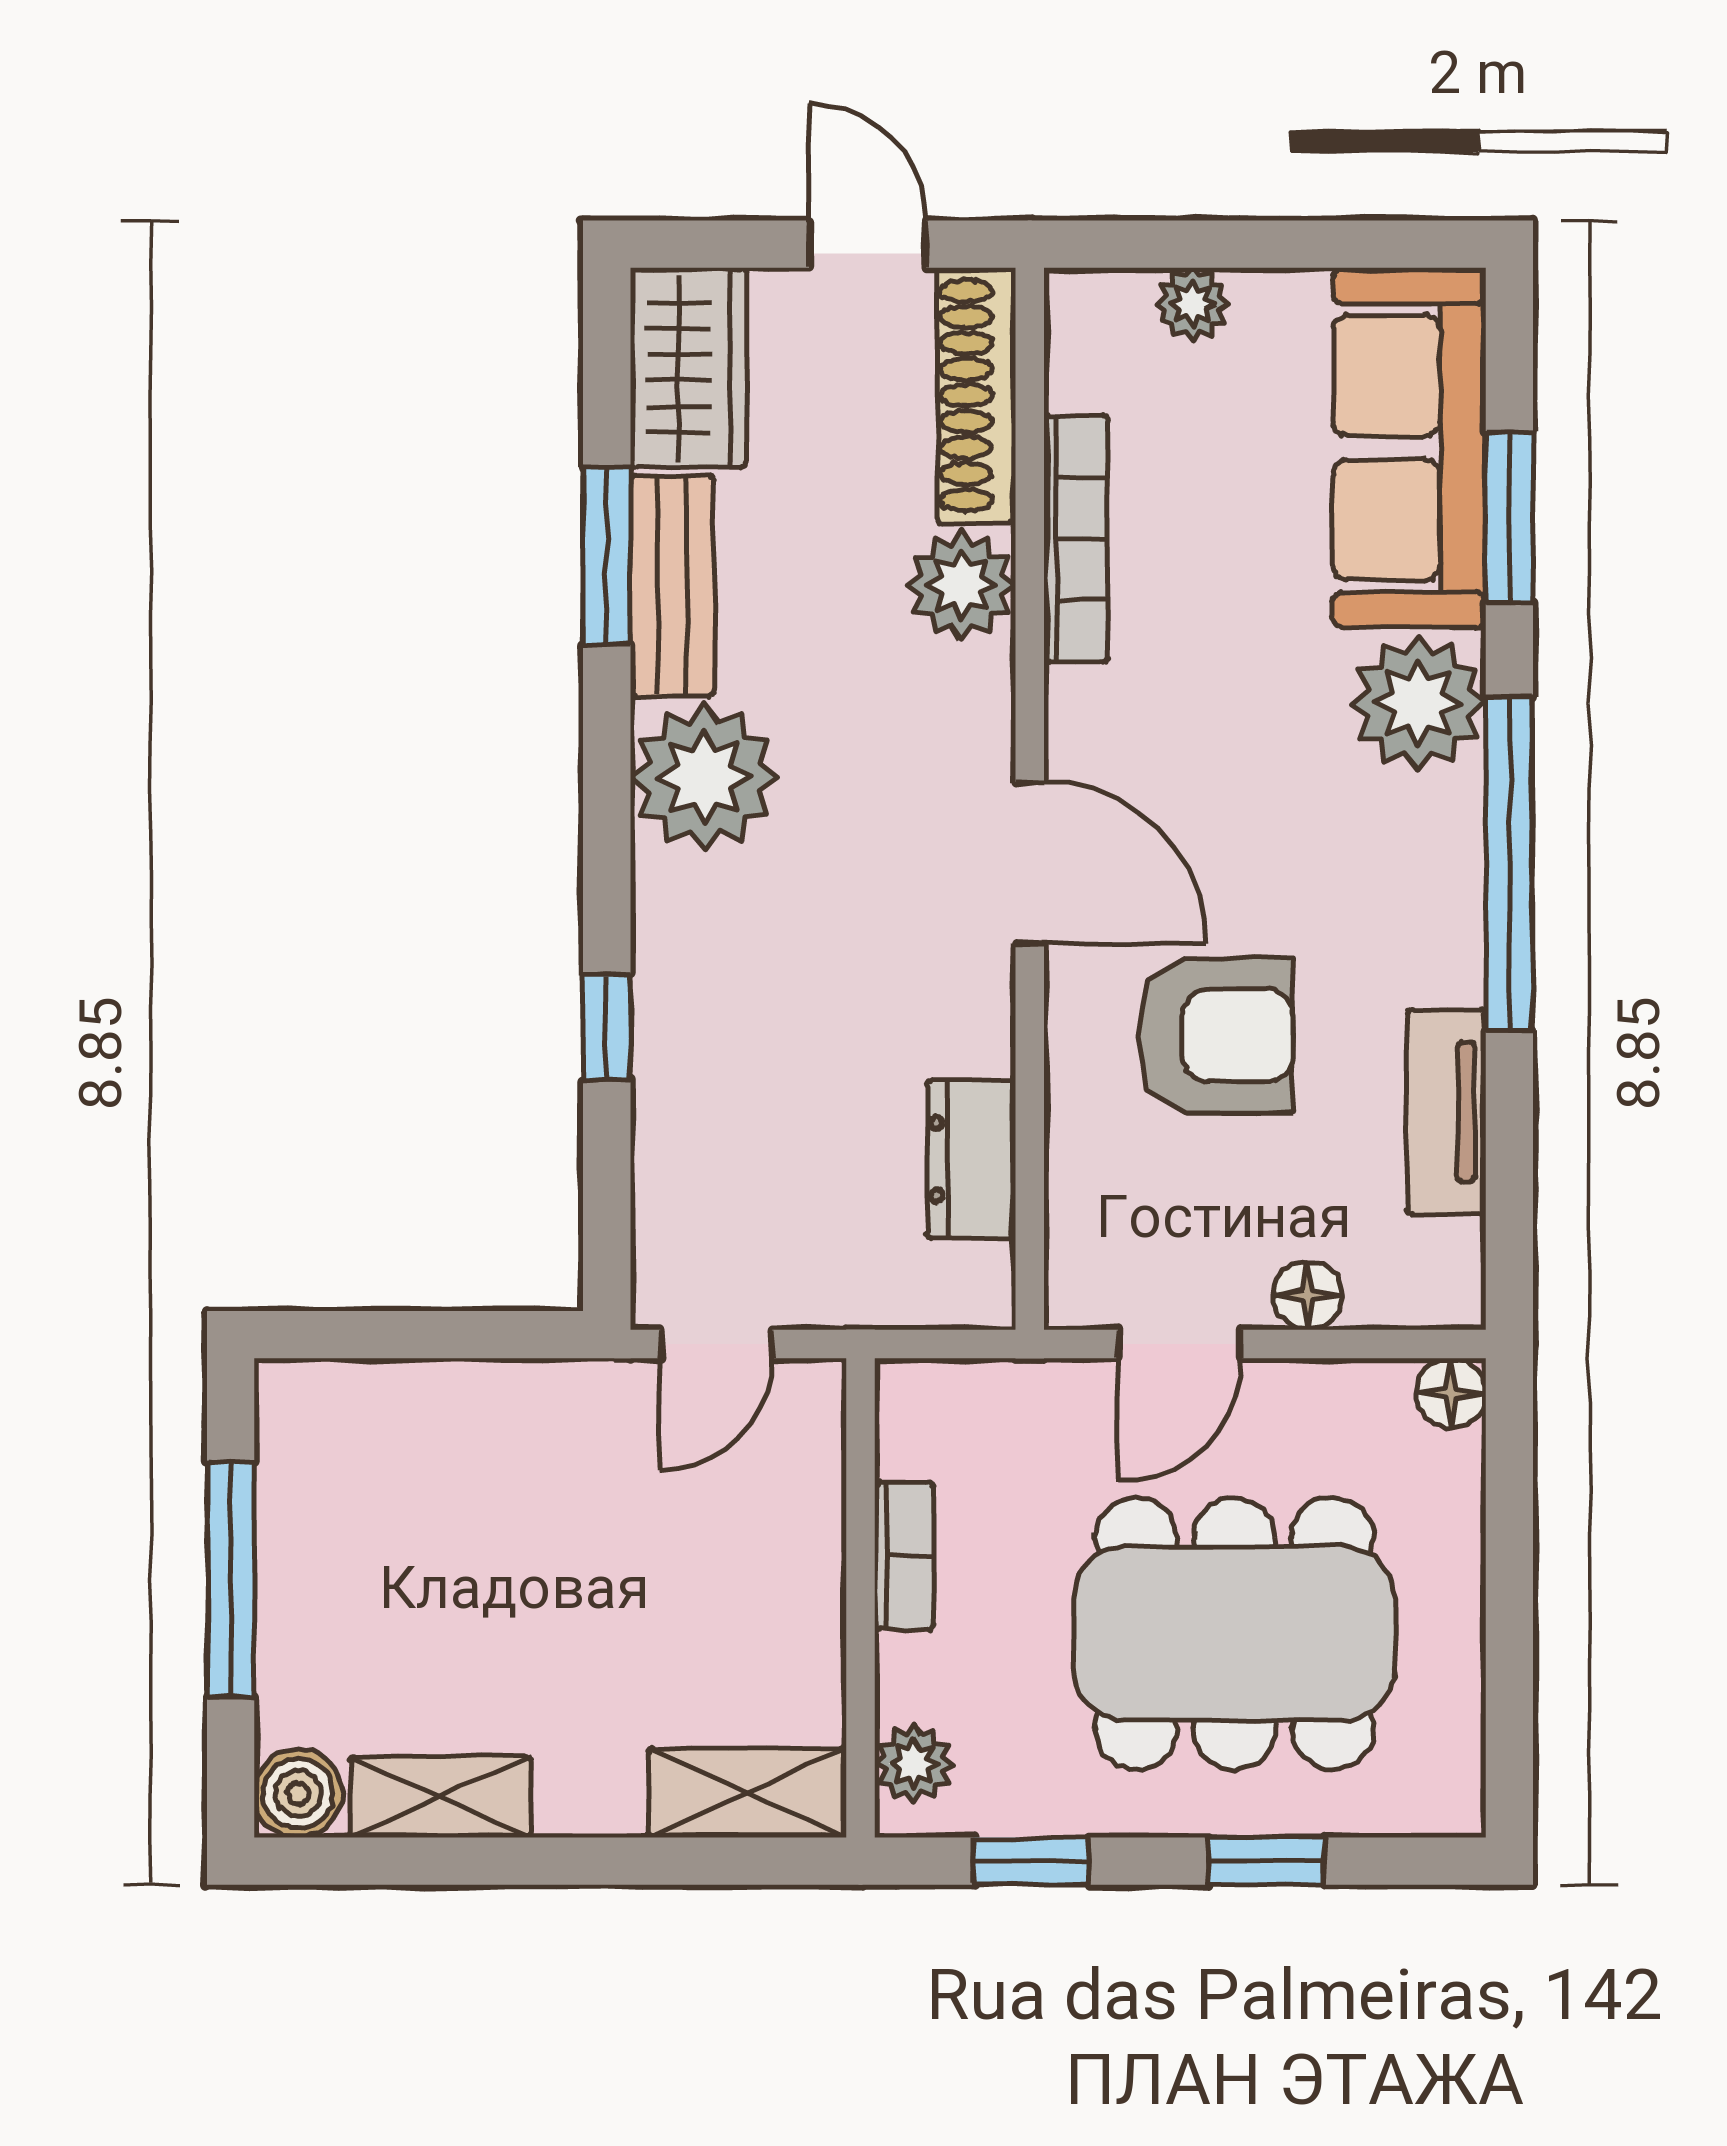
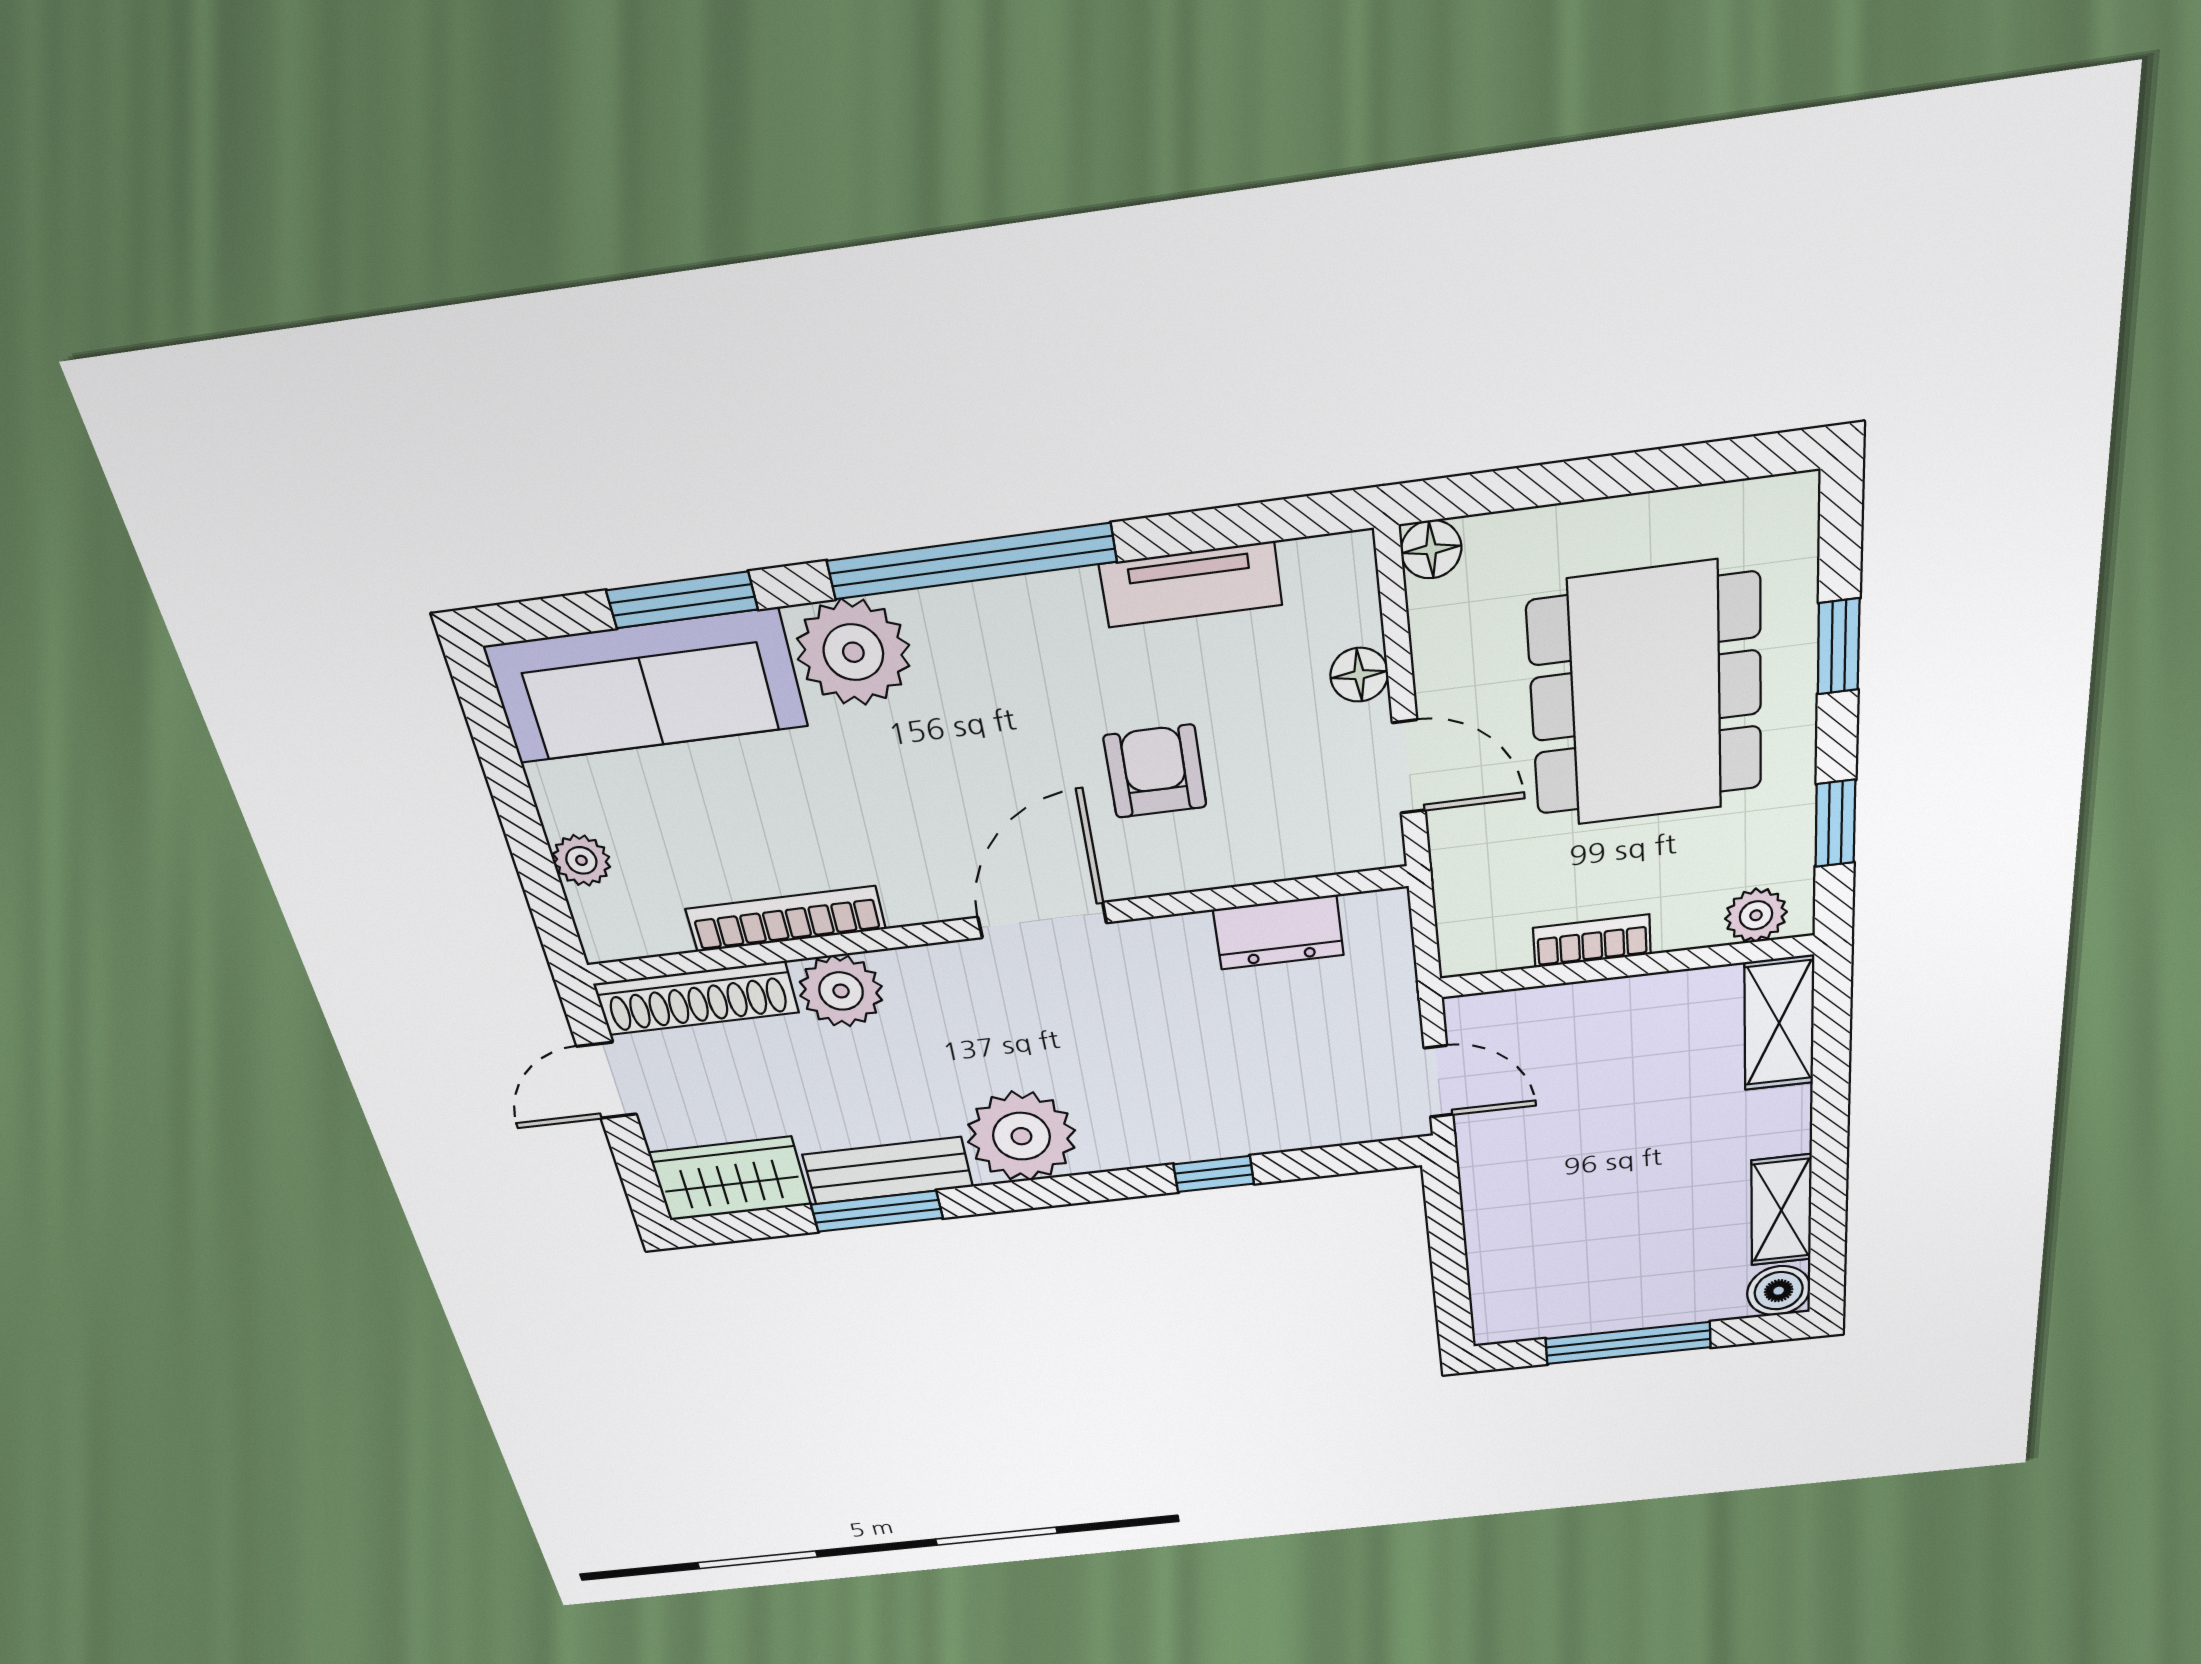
armchair: (1216, 1036) -> (1155, 771), width x0.72, depth x0.72

